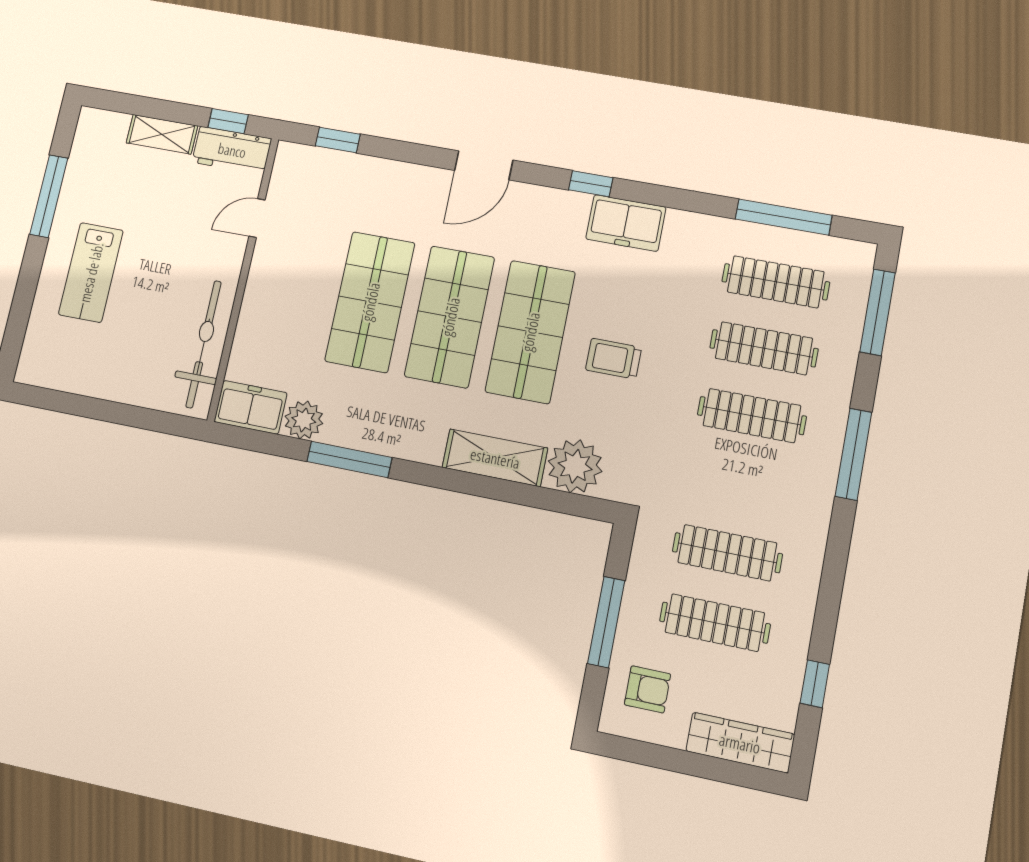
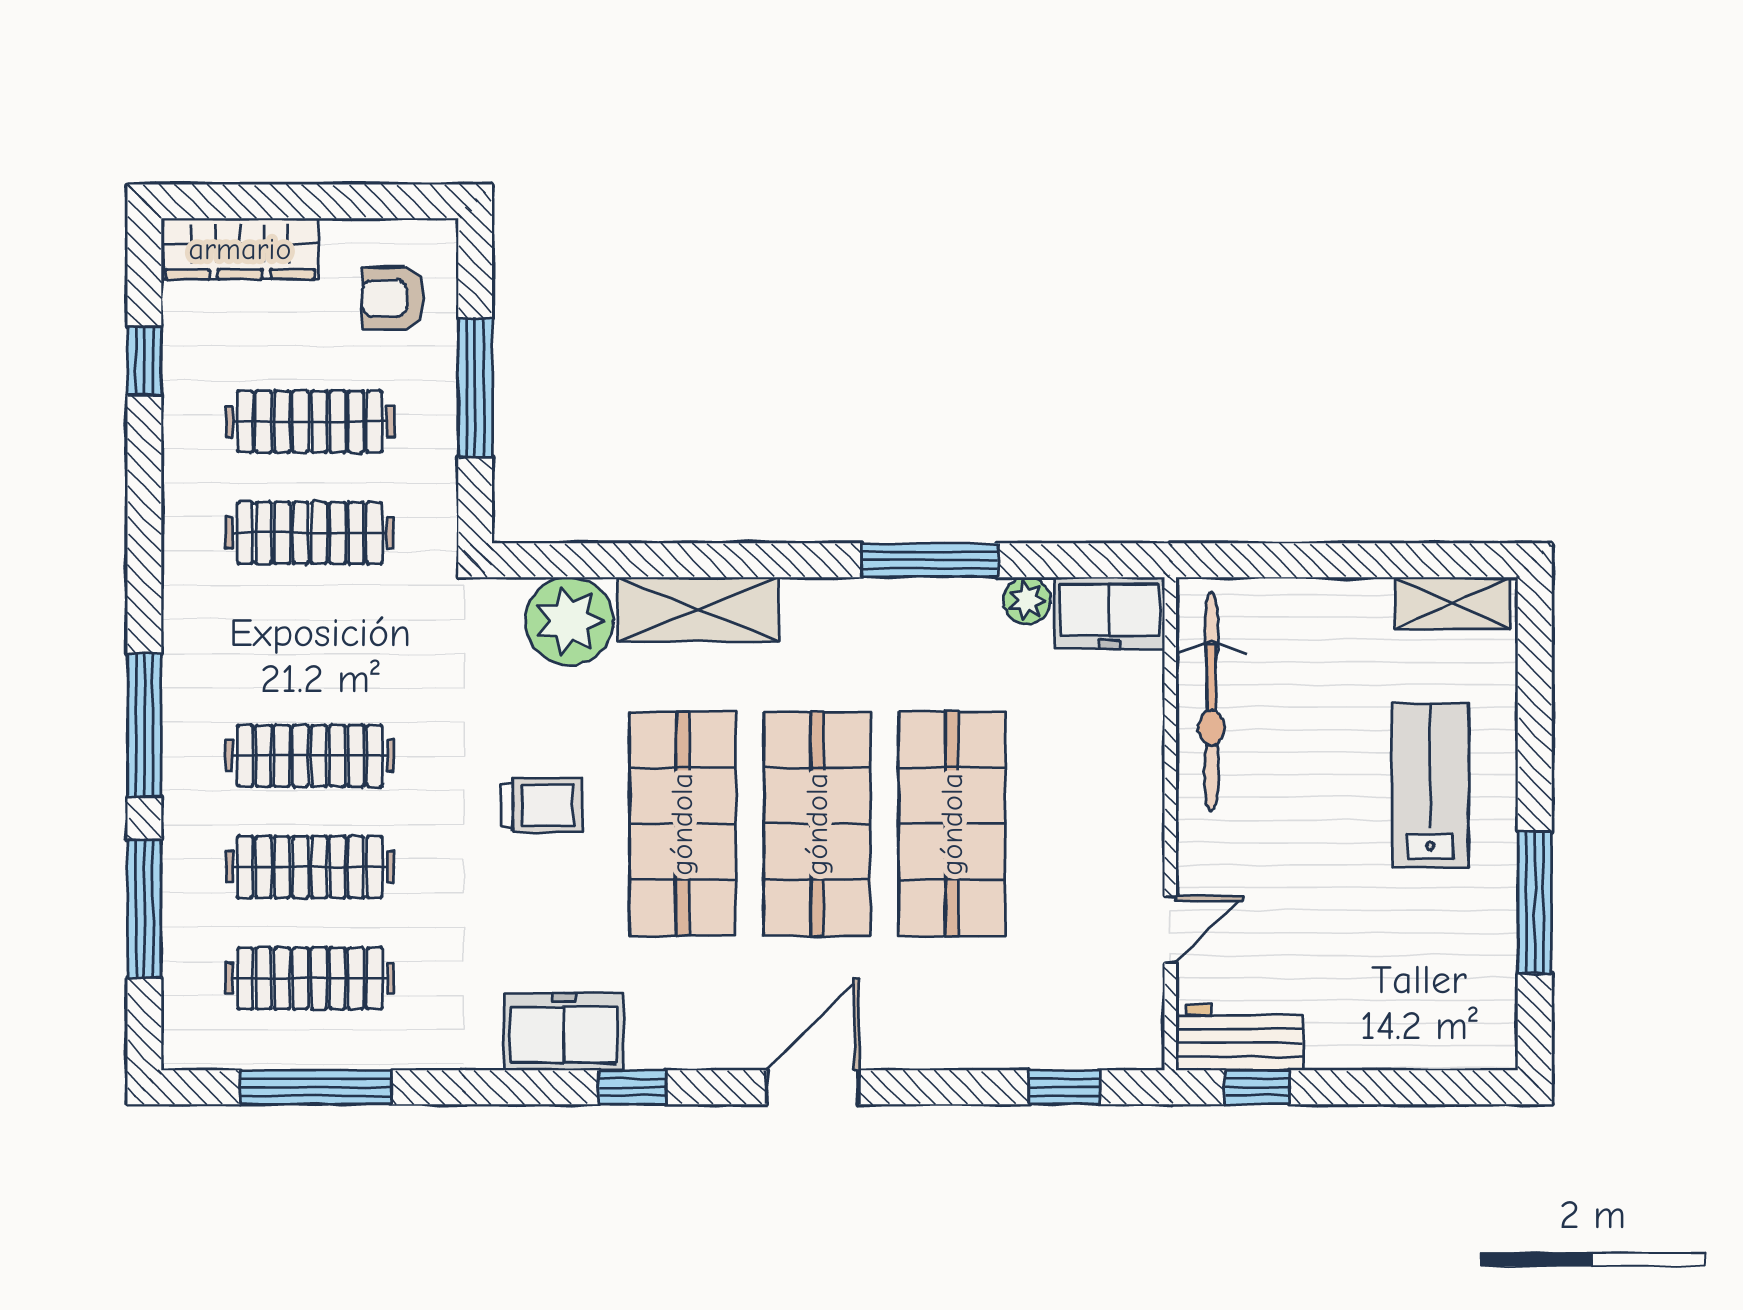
shelving: (162, 134) -> (1452, 603), moved
window: (877, 312) -> (144, 909), moved
plant: (304, 420) -> (1027, 601), width x0.73, depth x0.73

